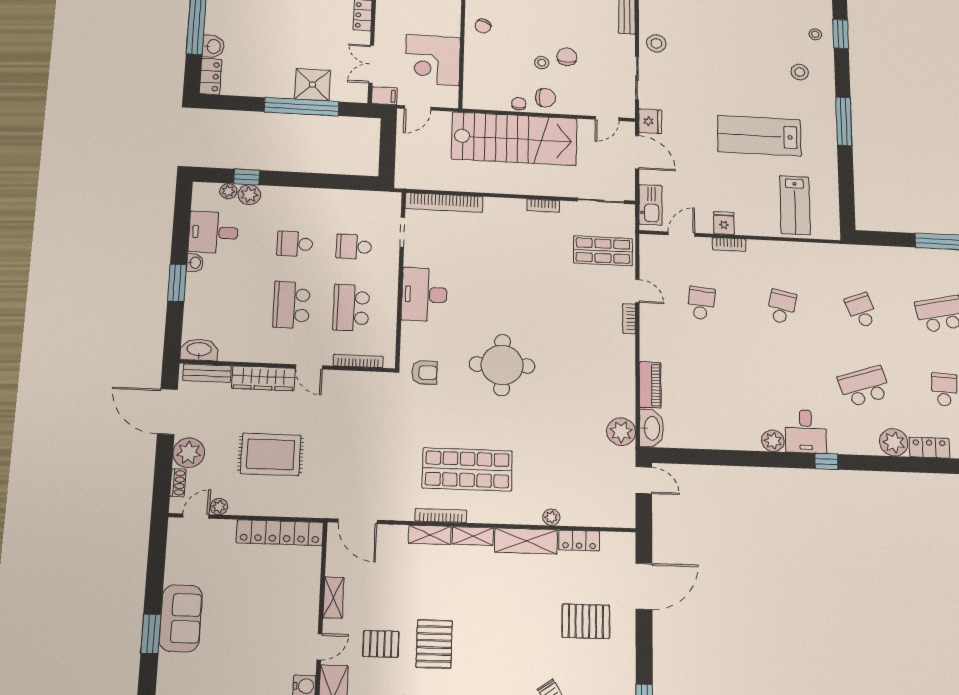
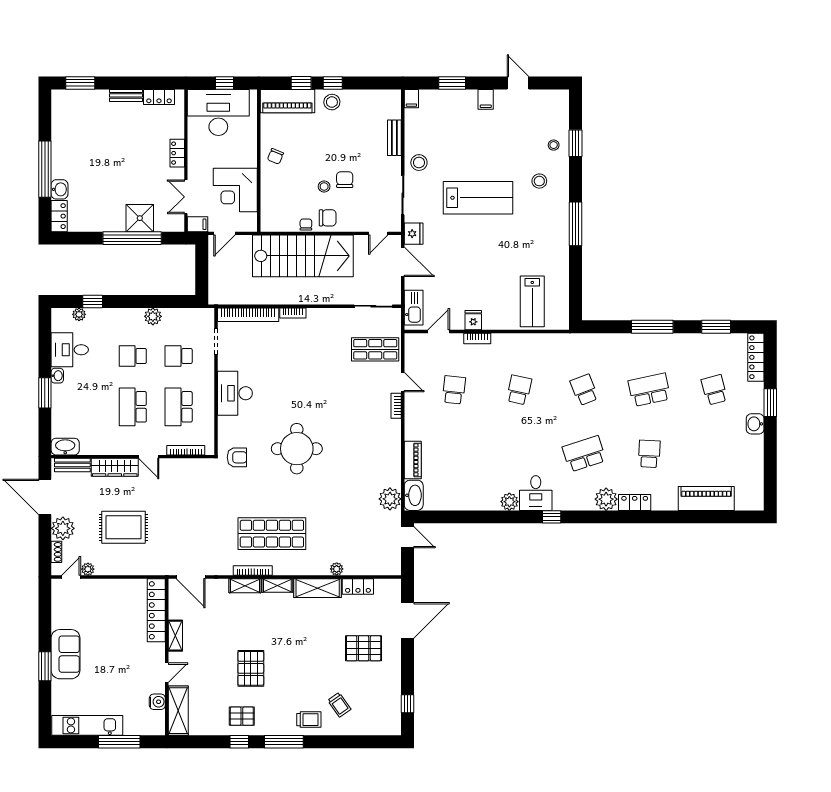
lab bench: (759, 136) -> (478, 198), moved, turned 180
plant: (249, 195) -> (153, 316), moved
bookcase: (543, 206) -> (293, 313), moved
locker: (280, 533) -> (156, 610), moved, turned 90
pallet: (381, 644) -> (212, 669), removed

